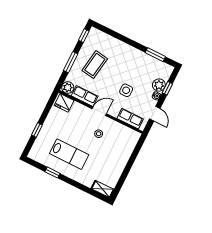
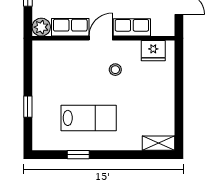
fridge: (64, 103) -> (153, 51), moved
row of seats: (130, 119) -> (132, 27), moved

